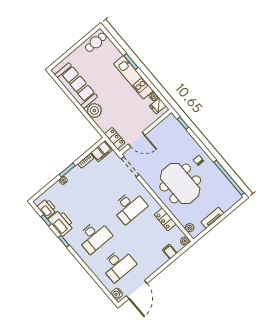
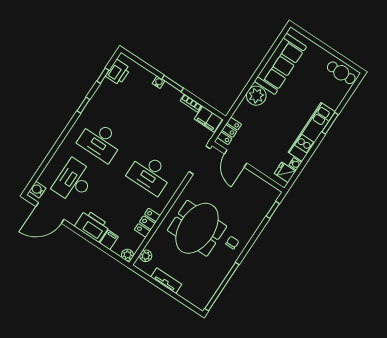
printer: (61, 223) -> (92, 226), moved, turned -90
desk: (118, 265) -> (74, 181), turned 90

